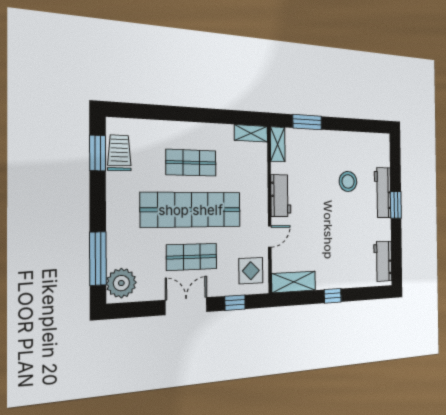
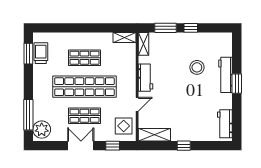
window: (340, 124) -> (191, 28), added

